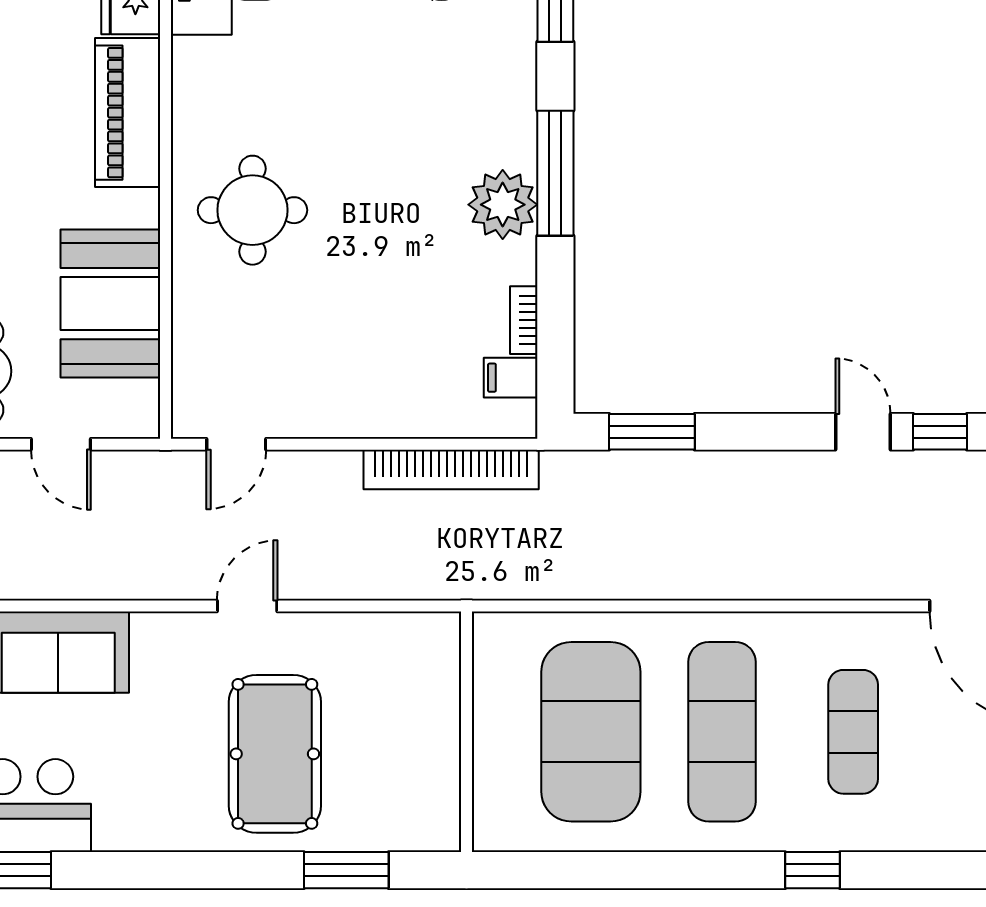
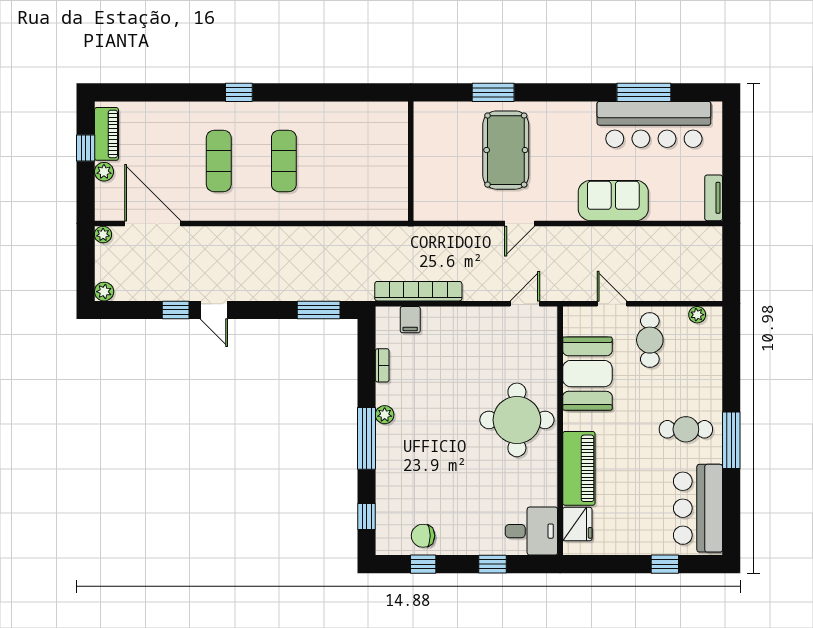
plant: (503, 205) -> (385, 415), width x0.53, depth x0.53
round table: (252, 210) -> (517, 420), width x1.36, depth x1.36
filing cabinet: (511, 378) -> (410, 320), moved, turned 90
exercise mat: (591, 732) -> (349, 161), removed
exercise mat: (722, 732) -> (284, 161), width x0.73, depth x0.69
window: (346, 870) -> (493, 92), moved

